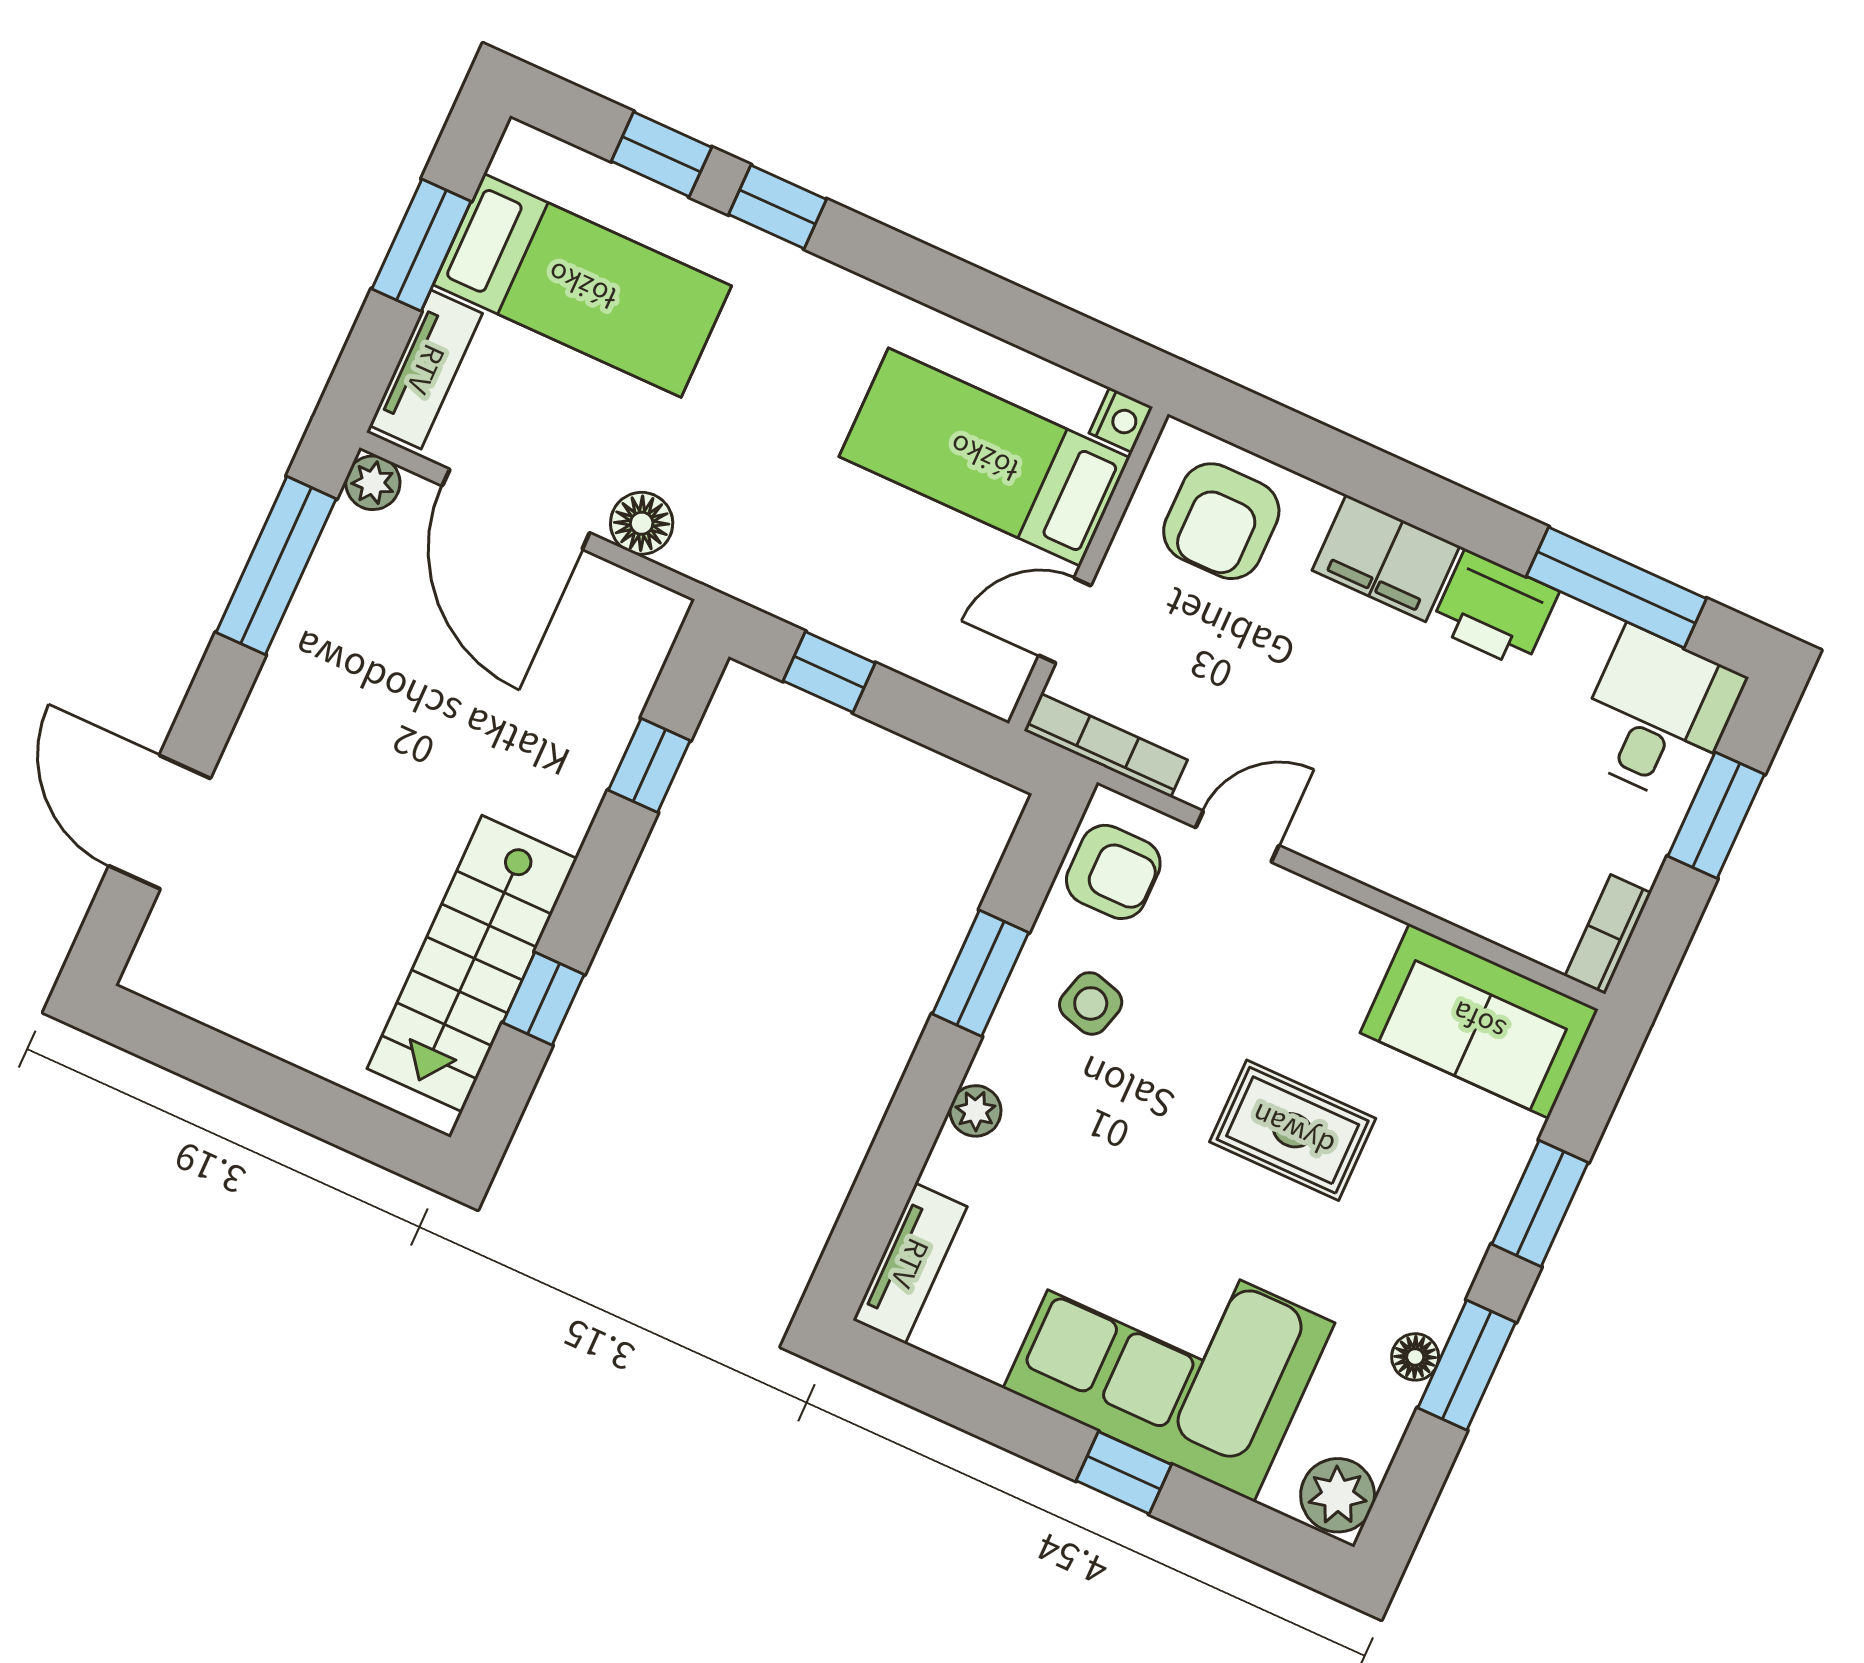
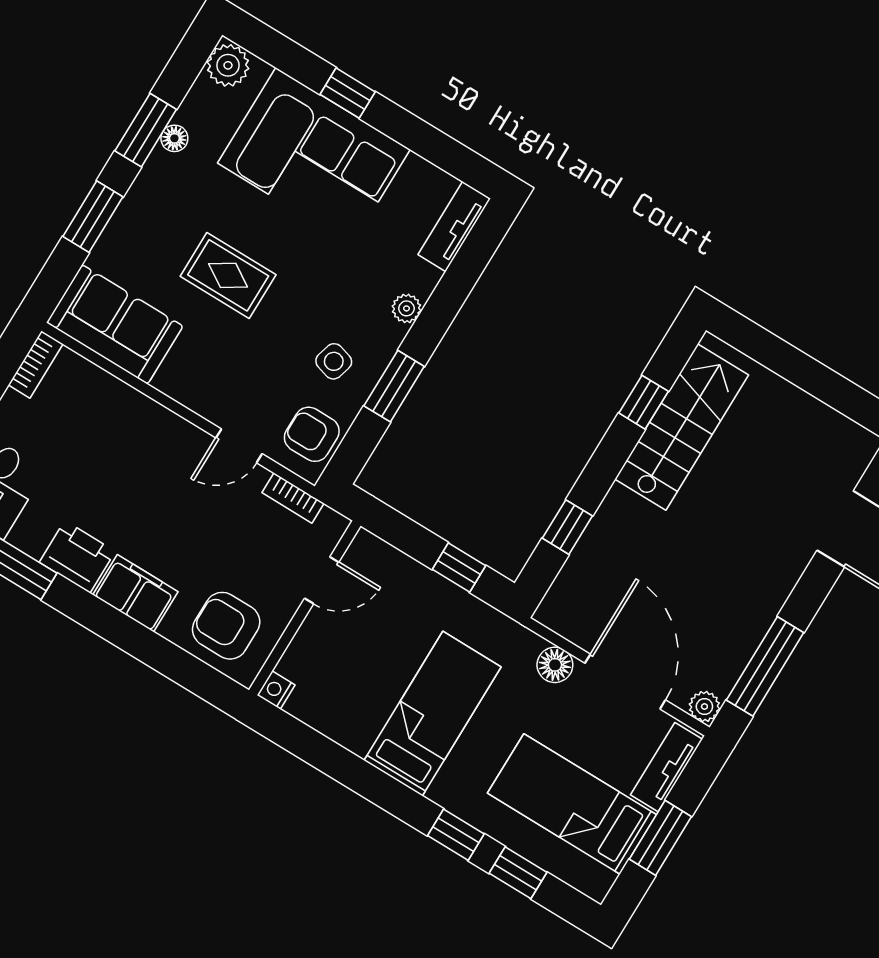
bed: (984, 457) -> (433, 714), moved, turned -90
armchair: (1221, 521) -> (226, 626), turned -90
bookcase: (1106, 745) -> (293, 498), width x0.64

